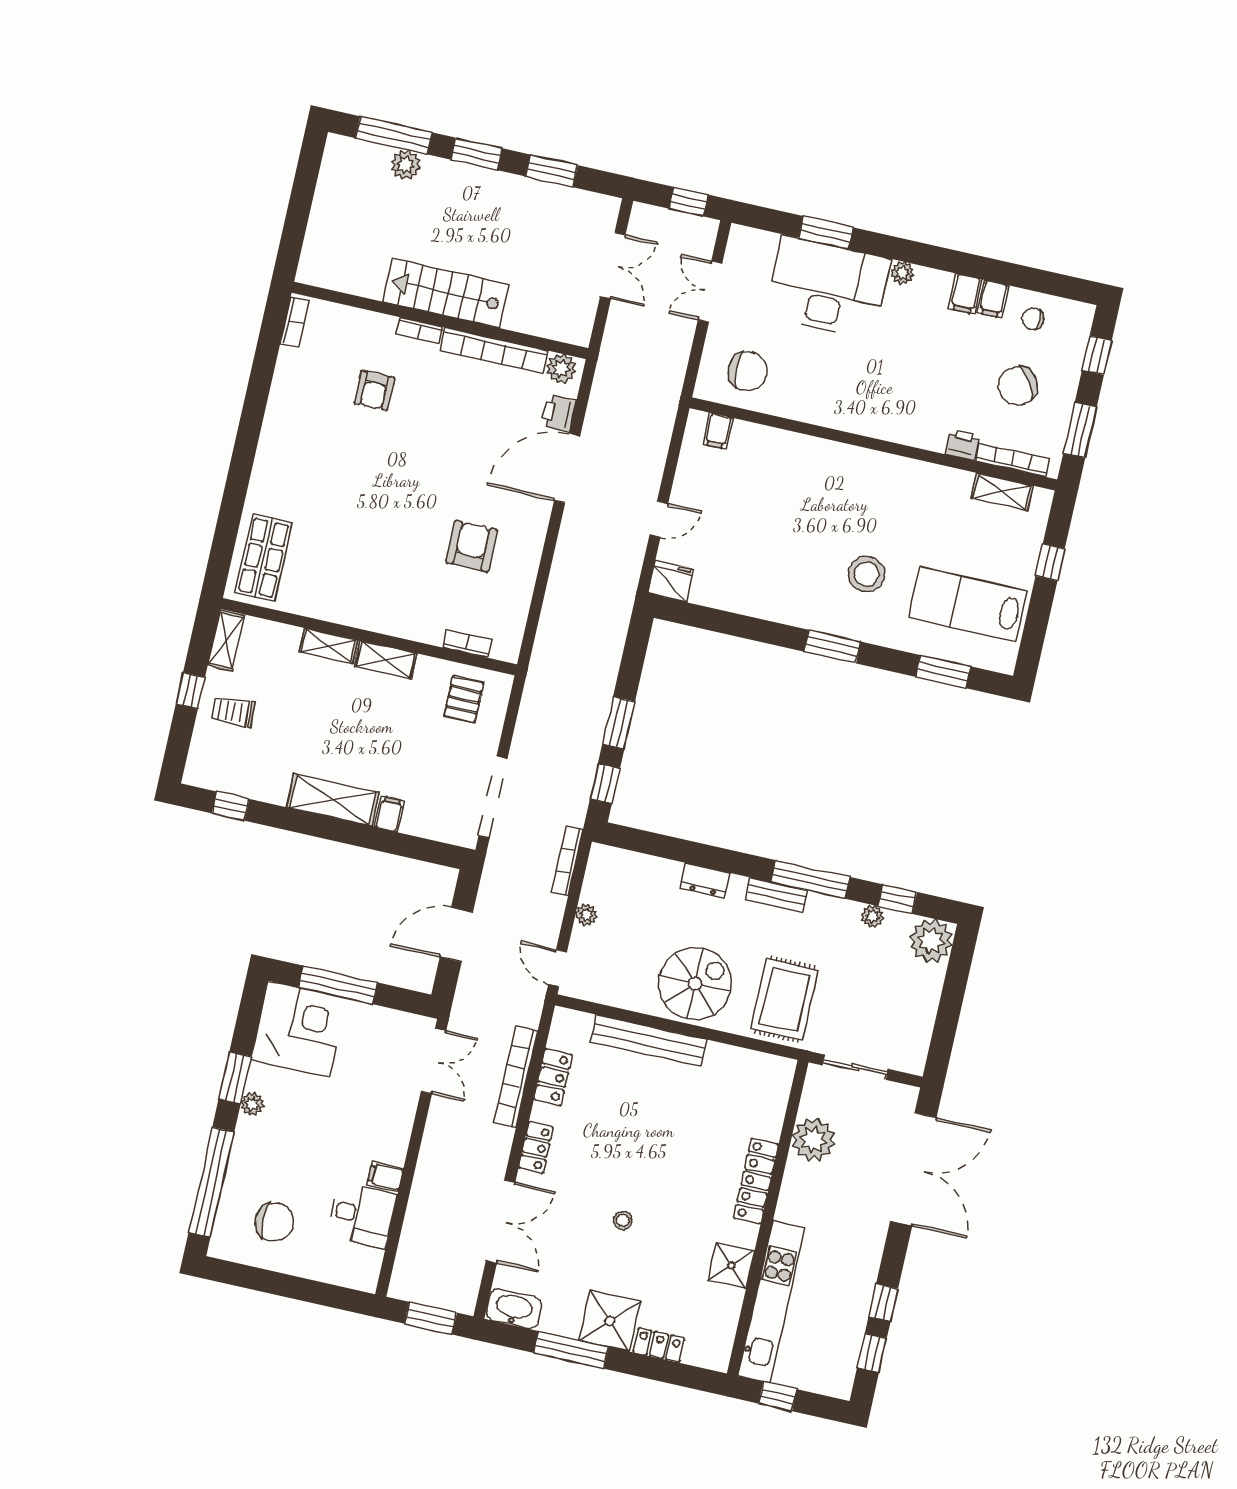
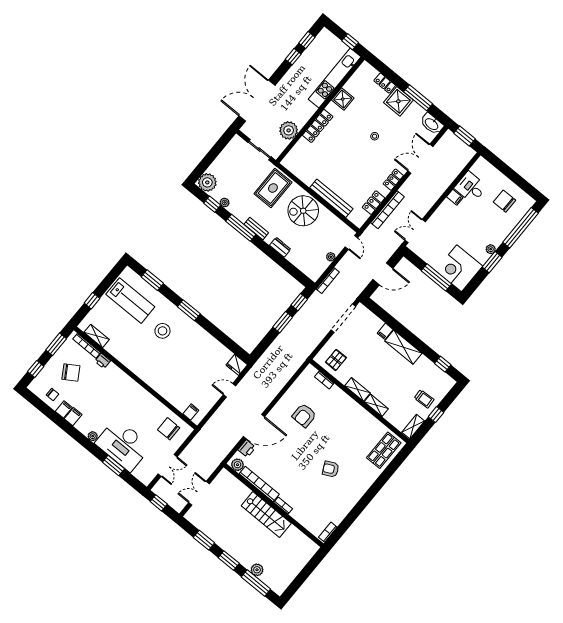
armchair: (374, 390) -> (331, 469), moved, turned -116

